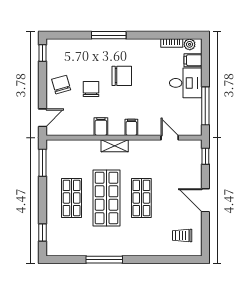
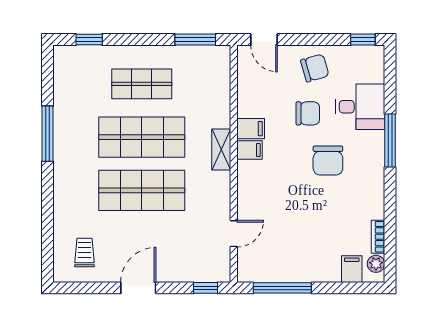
desk: (186, 83) -> (360, 107), moved, turned -90
filing cabinet: (131, 127) -> (250, 150), moved
shop shelf: (141, 198) -> (142, 190), width x1.43, depth x1.36

